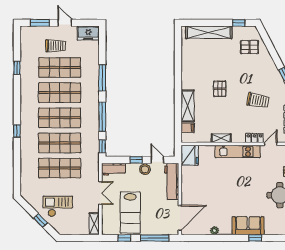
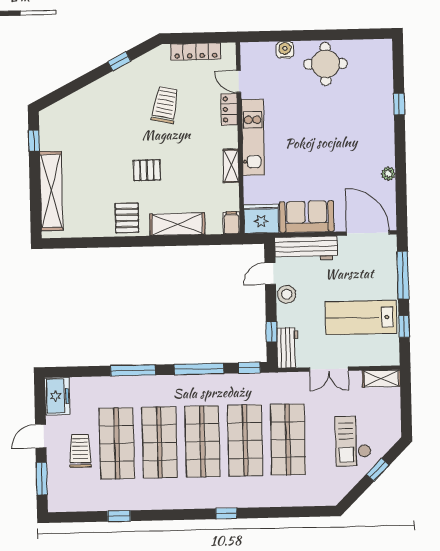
pallet: (249, 47) -> (127, 218), moved
filing cabinet: (188, 128) -> (231, 223), moved
window: (136, 160) -> (272, 332), moved
double door: (100, 193) -> (329, 369), swing flipped
lab bench: (130, 213) -> (361, 318), turned 180
sofa: (248, 226) -> (307, 217), moved, turned 90

